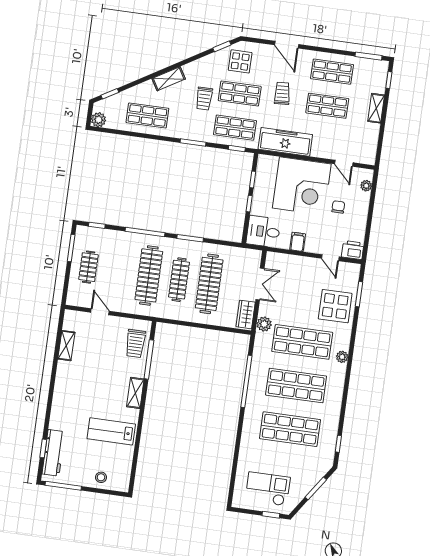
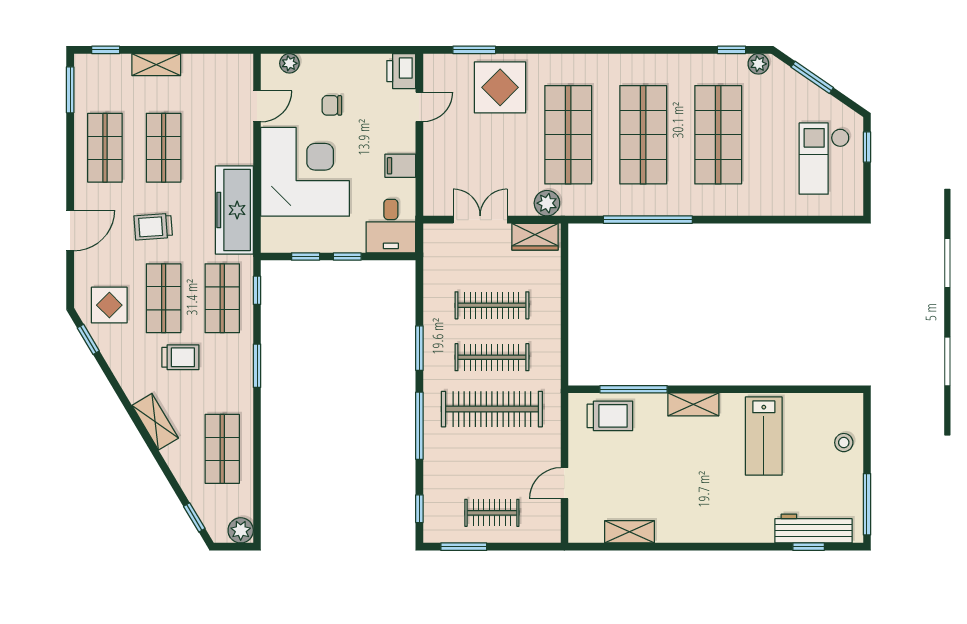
clothes rail: (209, 284) -> (492, 305), width x0.73, depth x0.76
plant: (342, 357) -> (758, 64), moved

